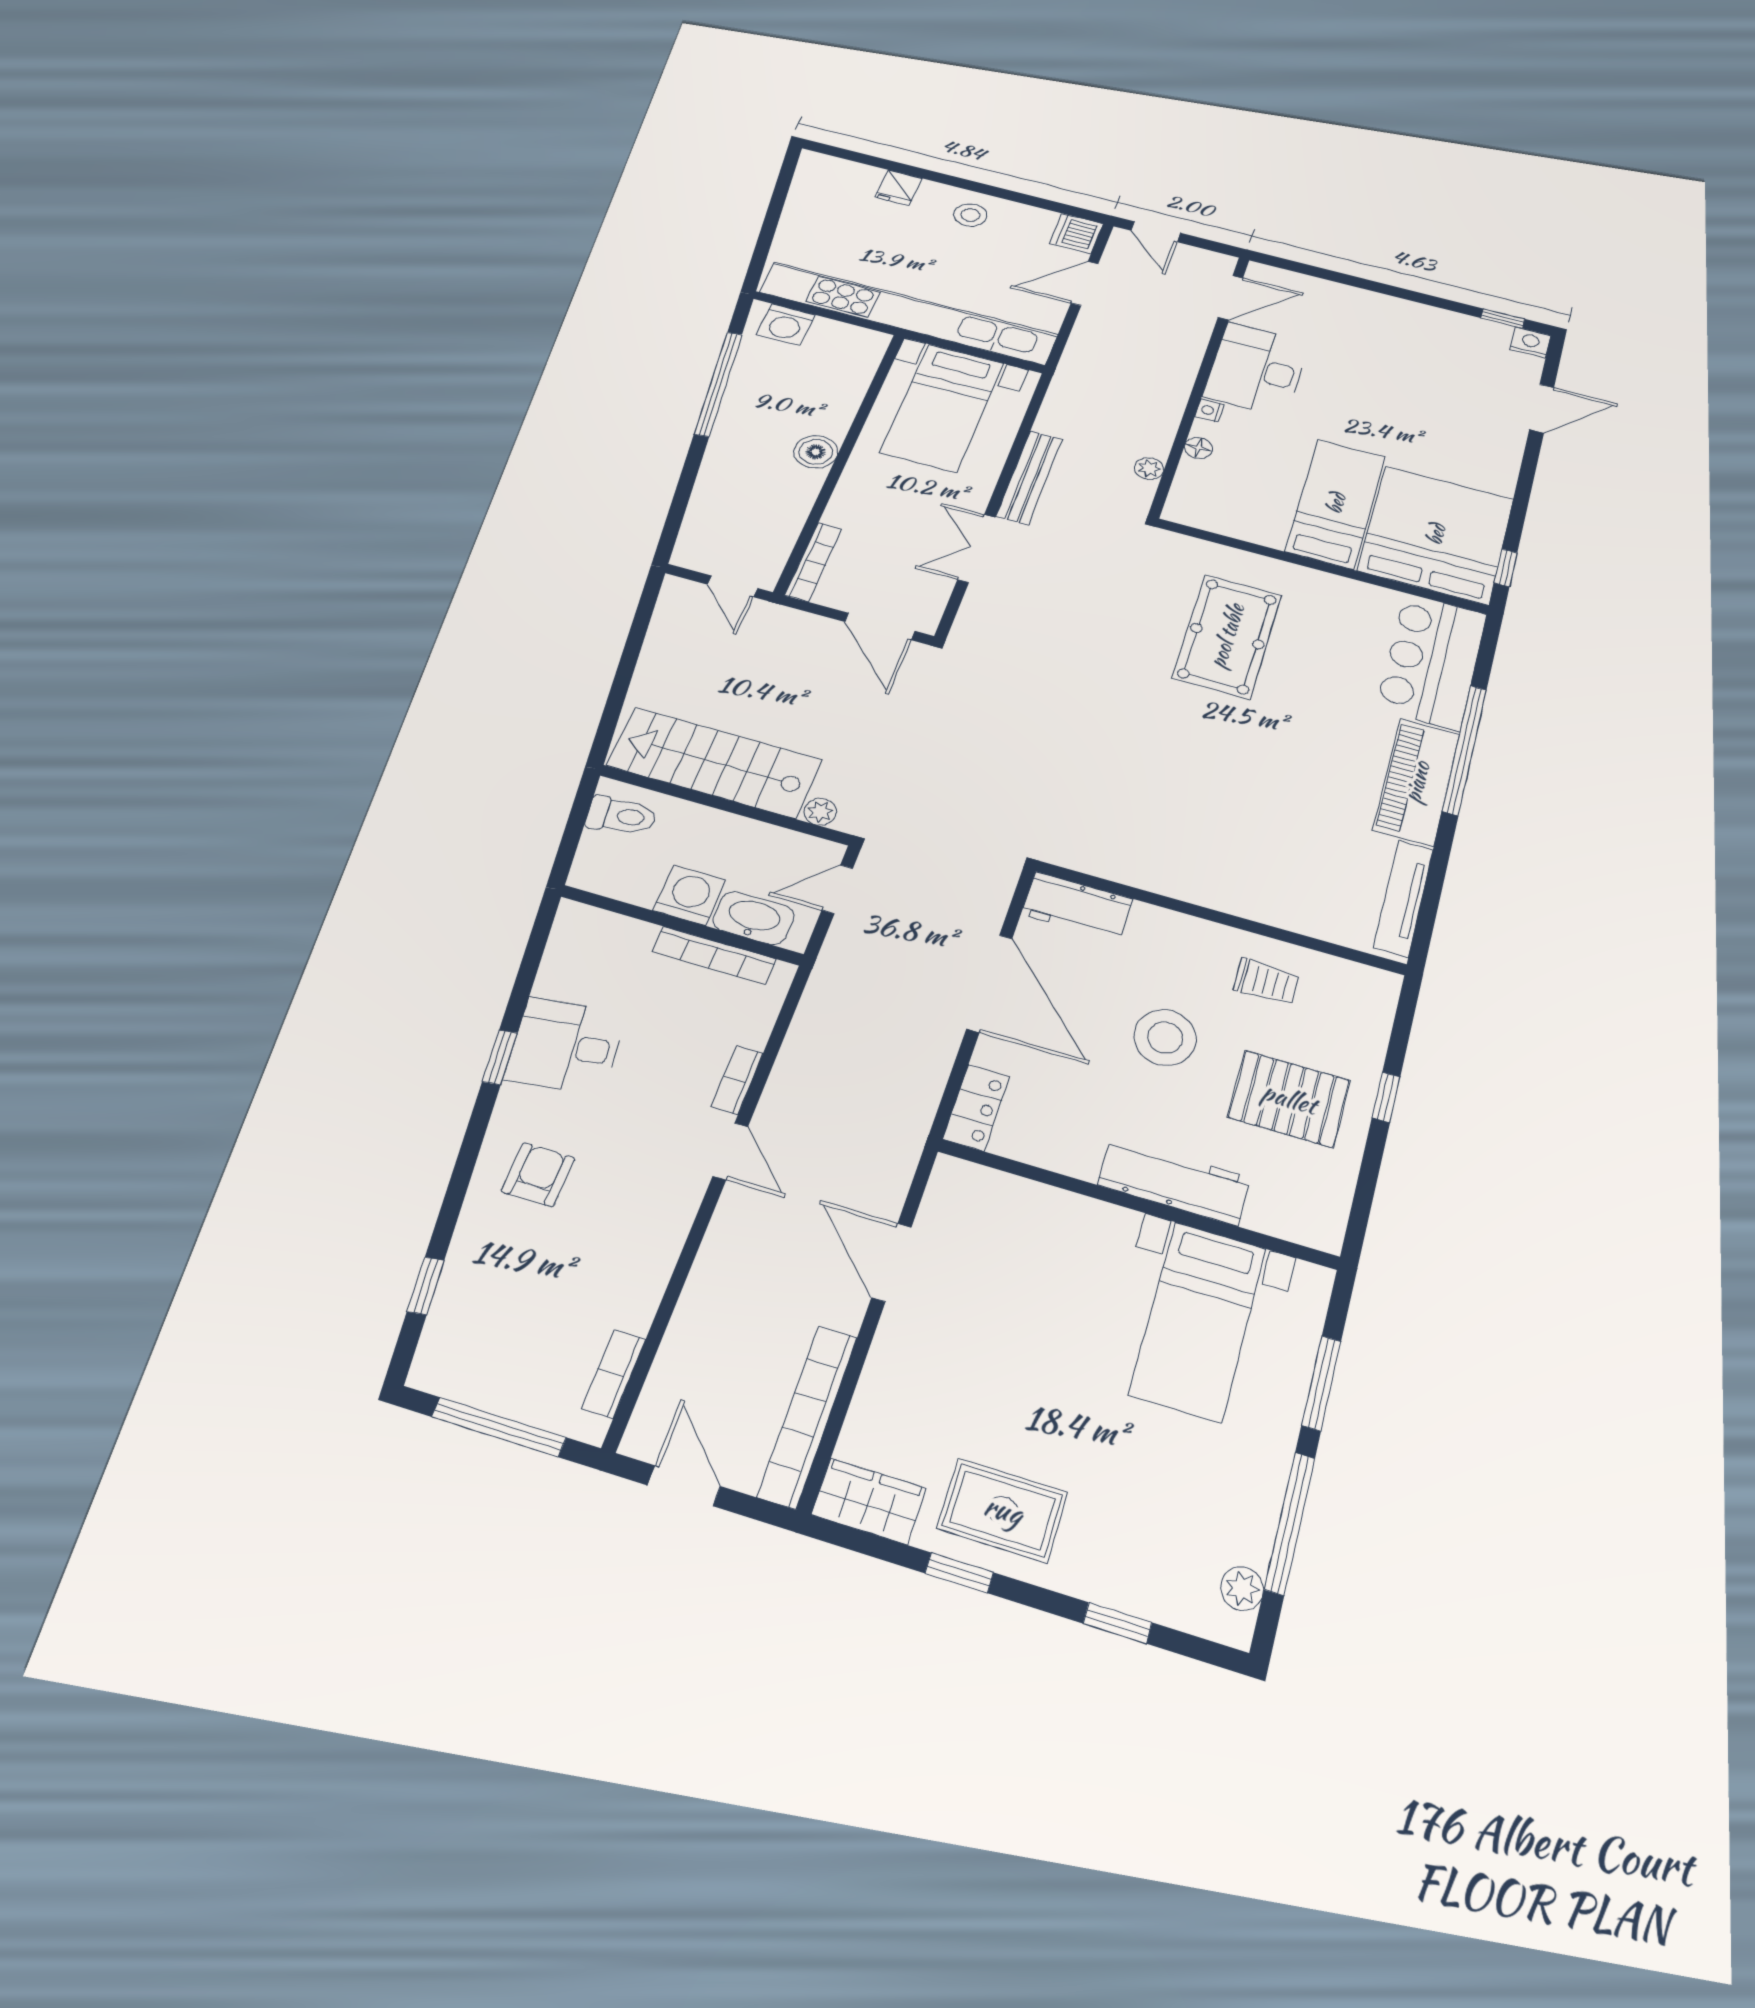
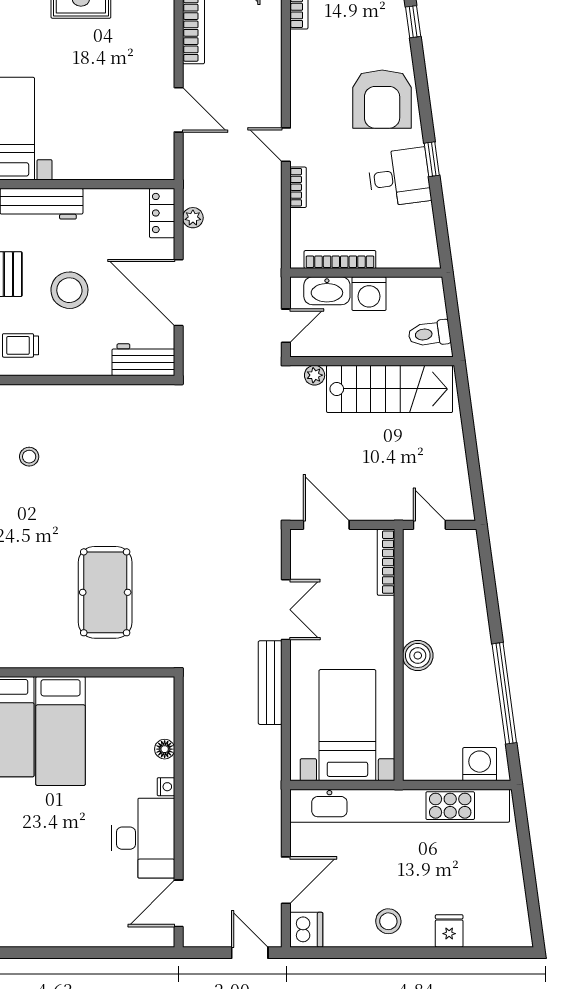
plant: (1149, 468) -> (193, 218), moved
stool: (1293, 830) -> (29, 457), added
armchair: (538, 1175) -> (382, 99), width x1.88, depth x1.88

